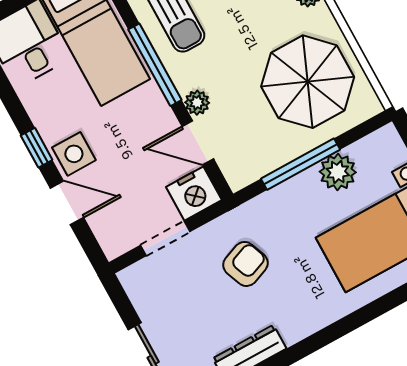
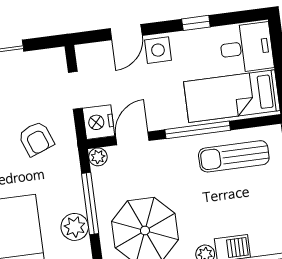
plant: (197, 103) -> (98, 157), moved
window: (37, 148) -> (196, 23), moved

